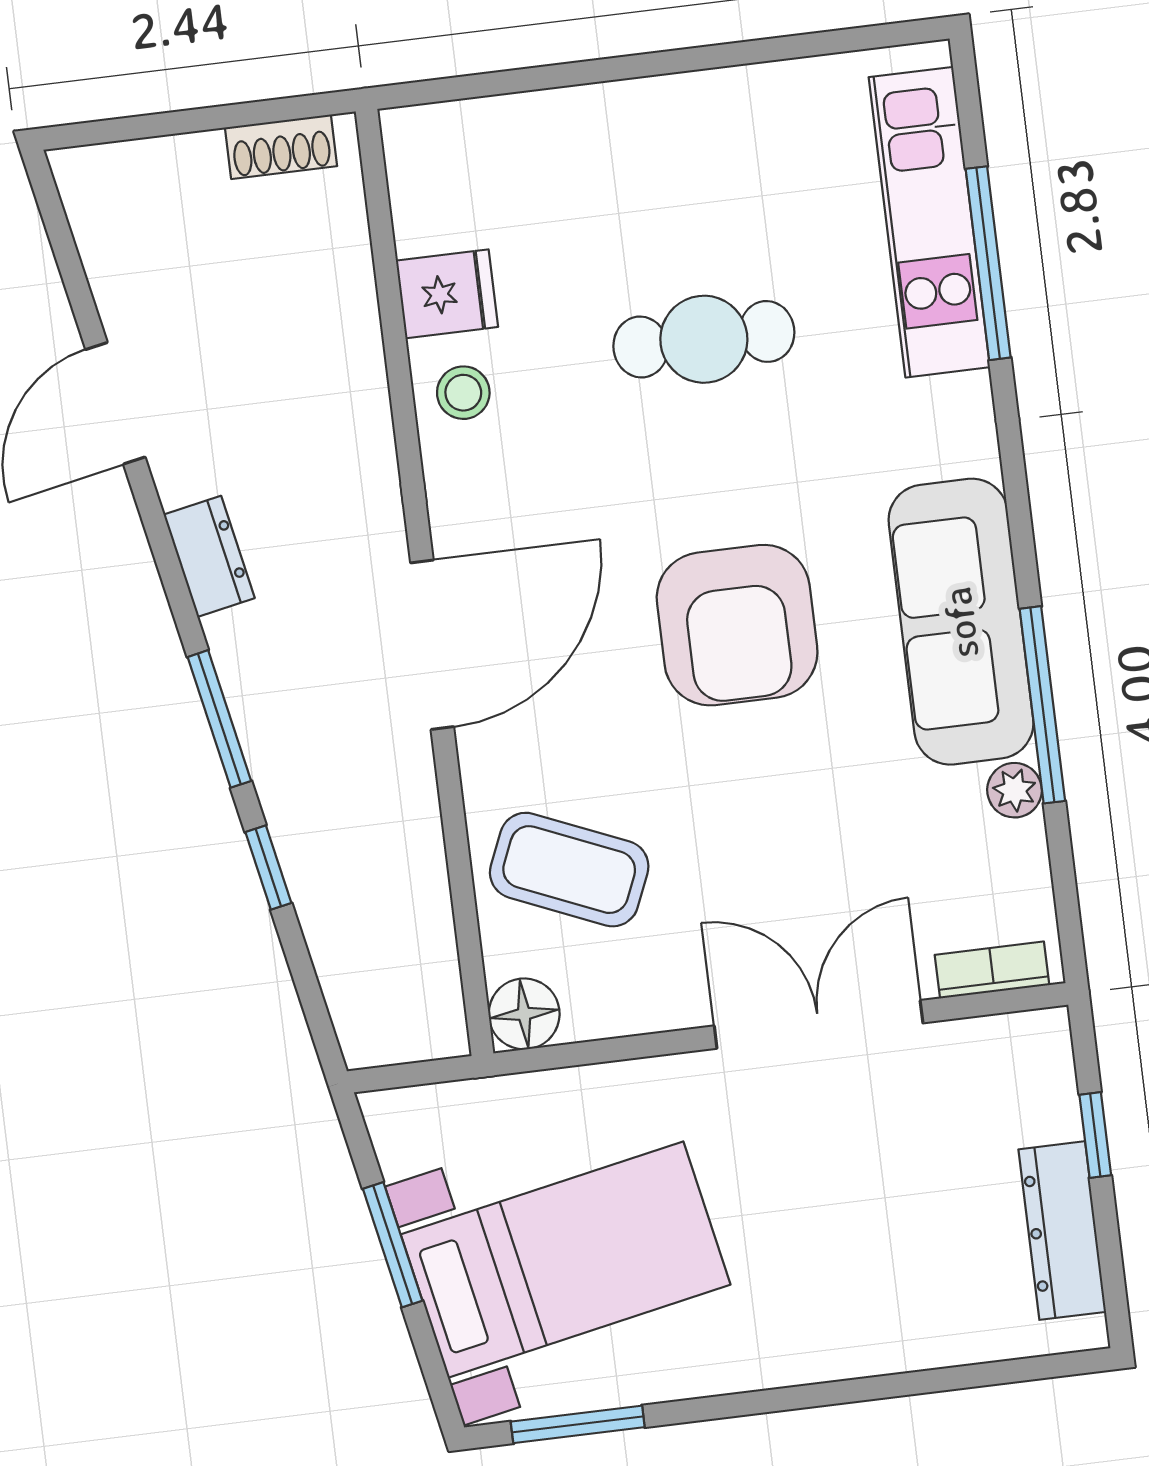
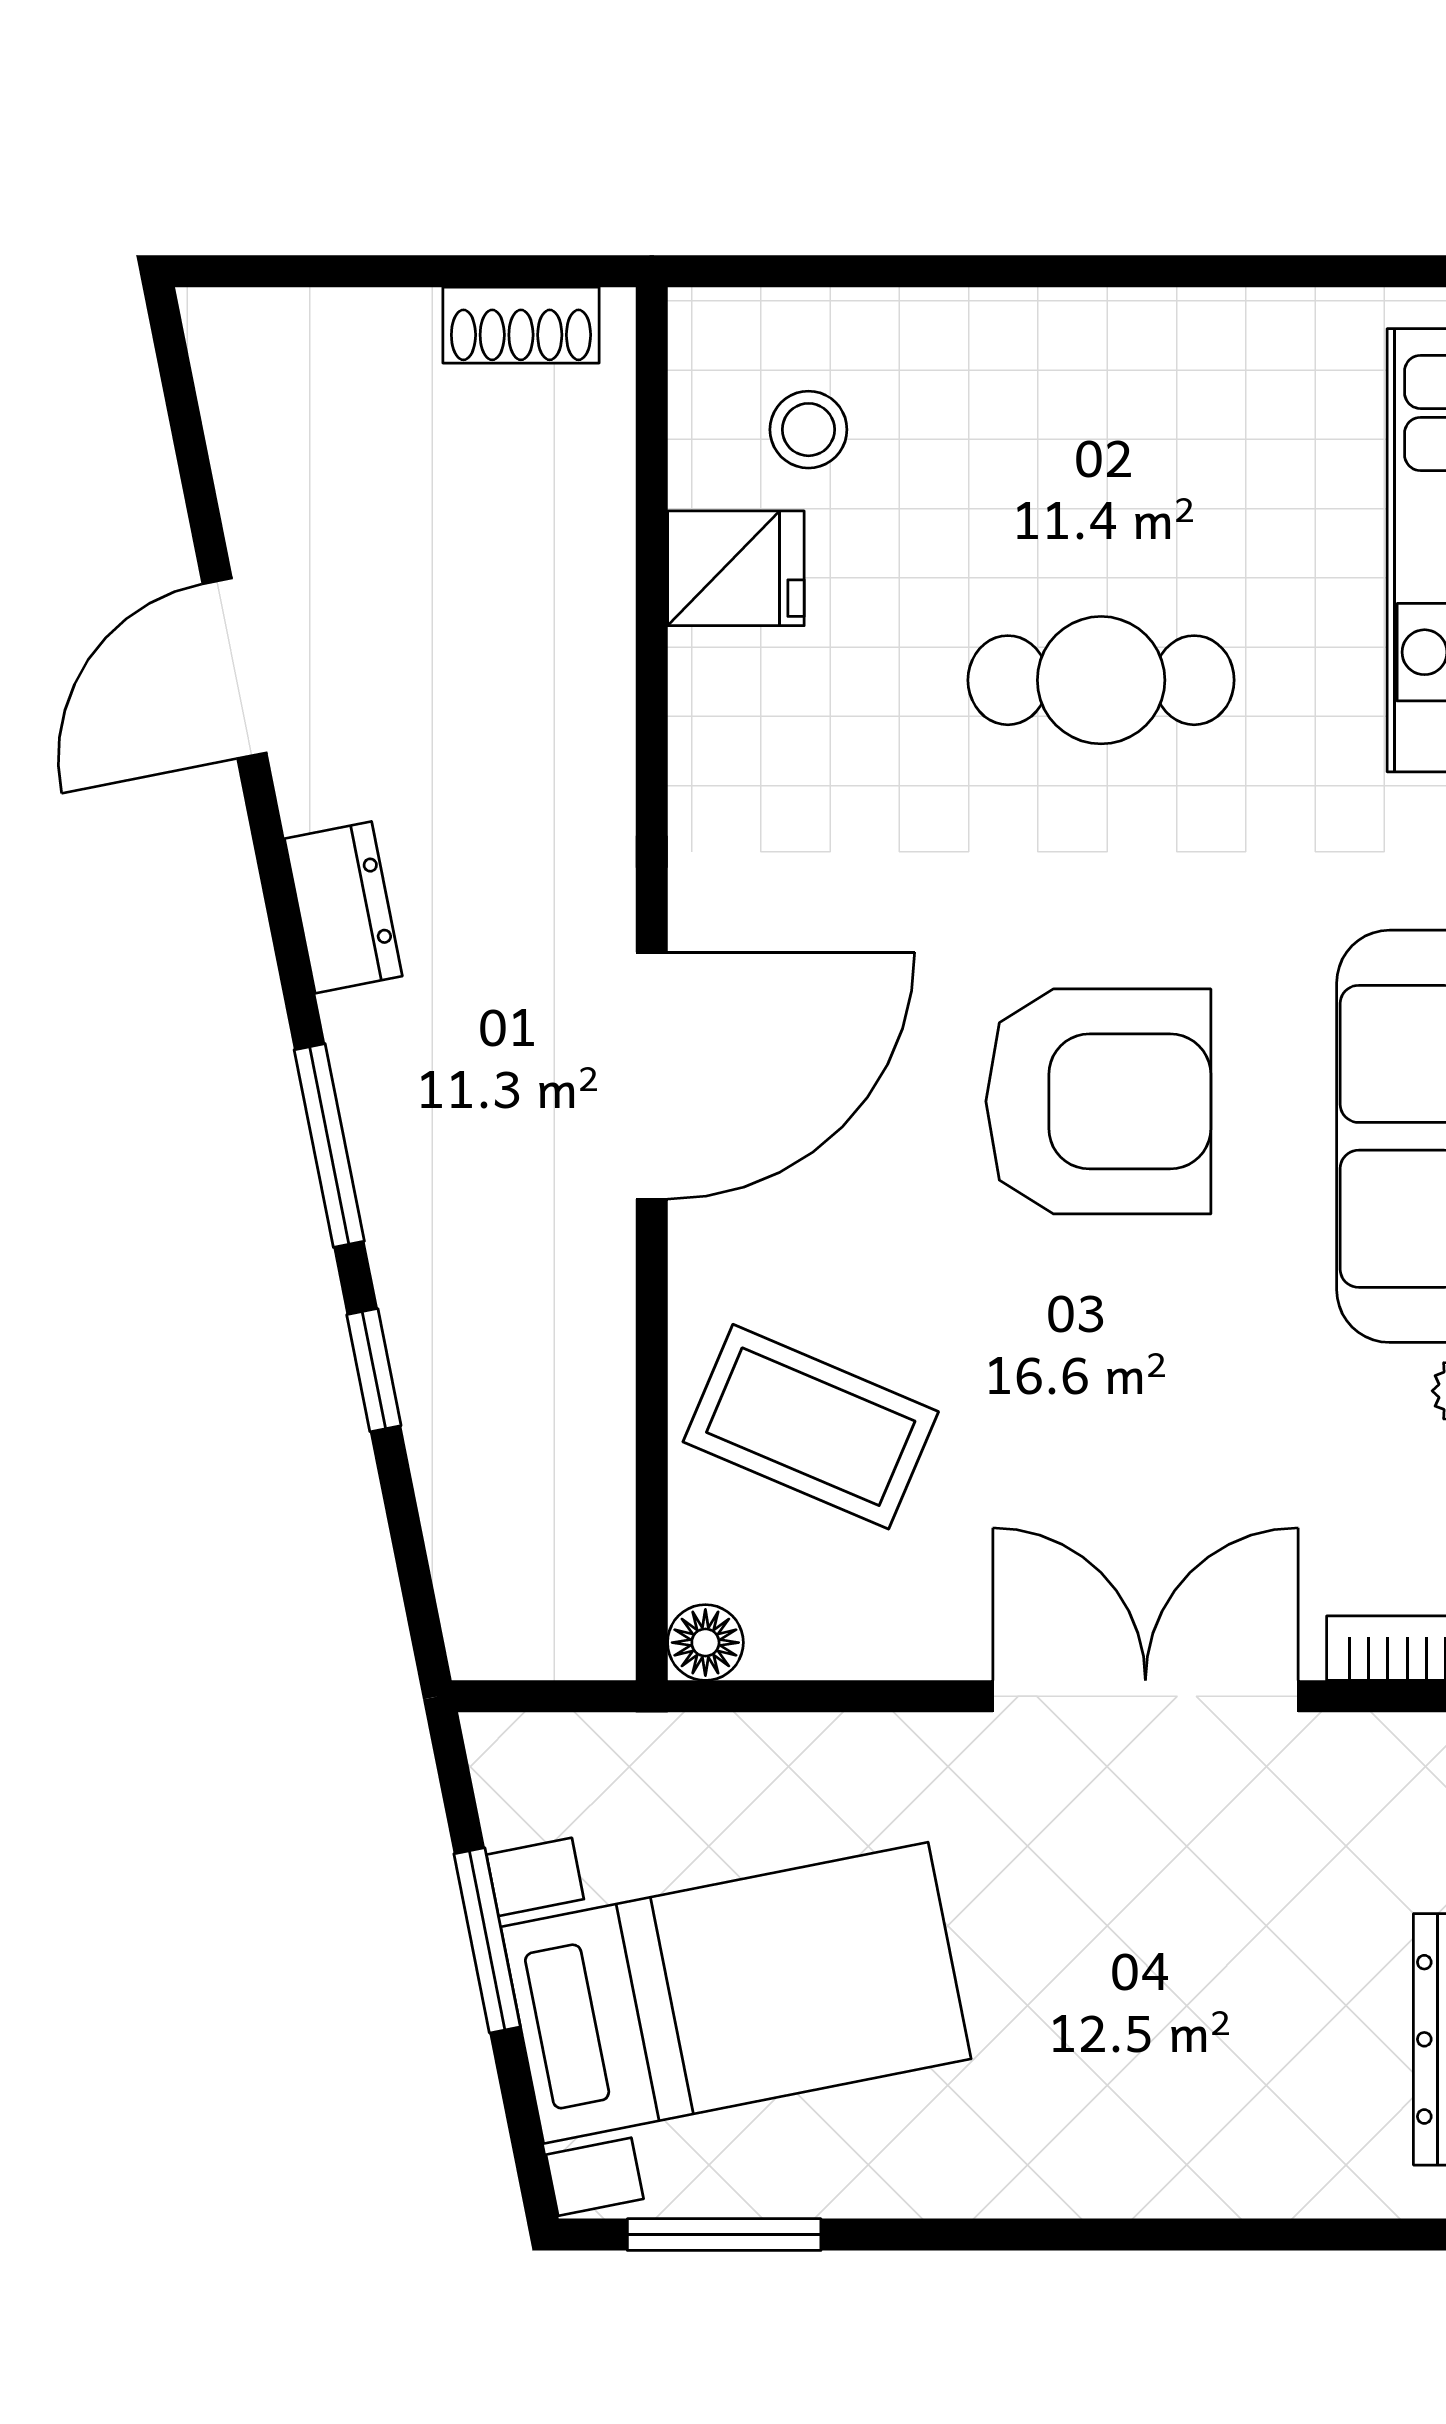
stool: (463, 393) -> (808, 430), moved
armchair: (737, 625) -> (1098, 1101), turned -90
floor lamp: (524, 1014) -> (705, 1643), width x0.73, depth x0.73

